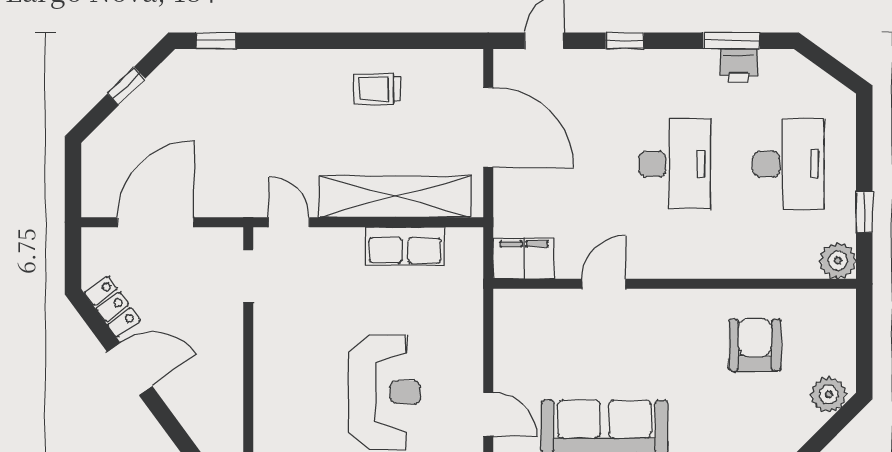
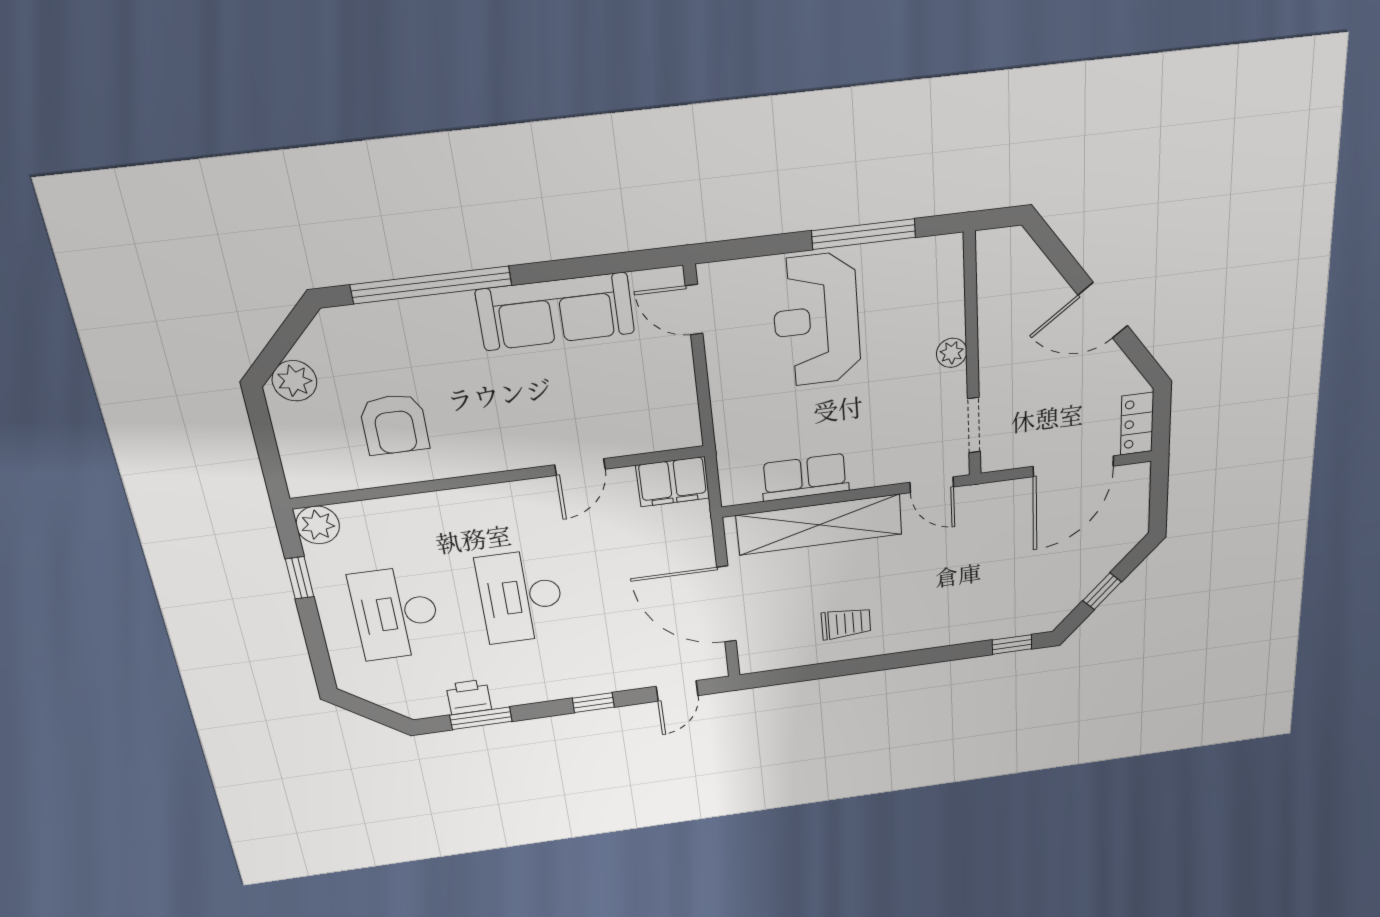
locker: (112, 307) -> (1137, 424), moved, turned 36
plant: (267, 347) -> (952, 353), added

